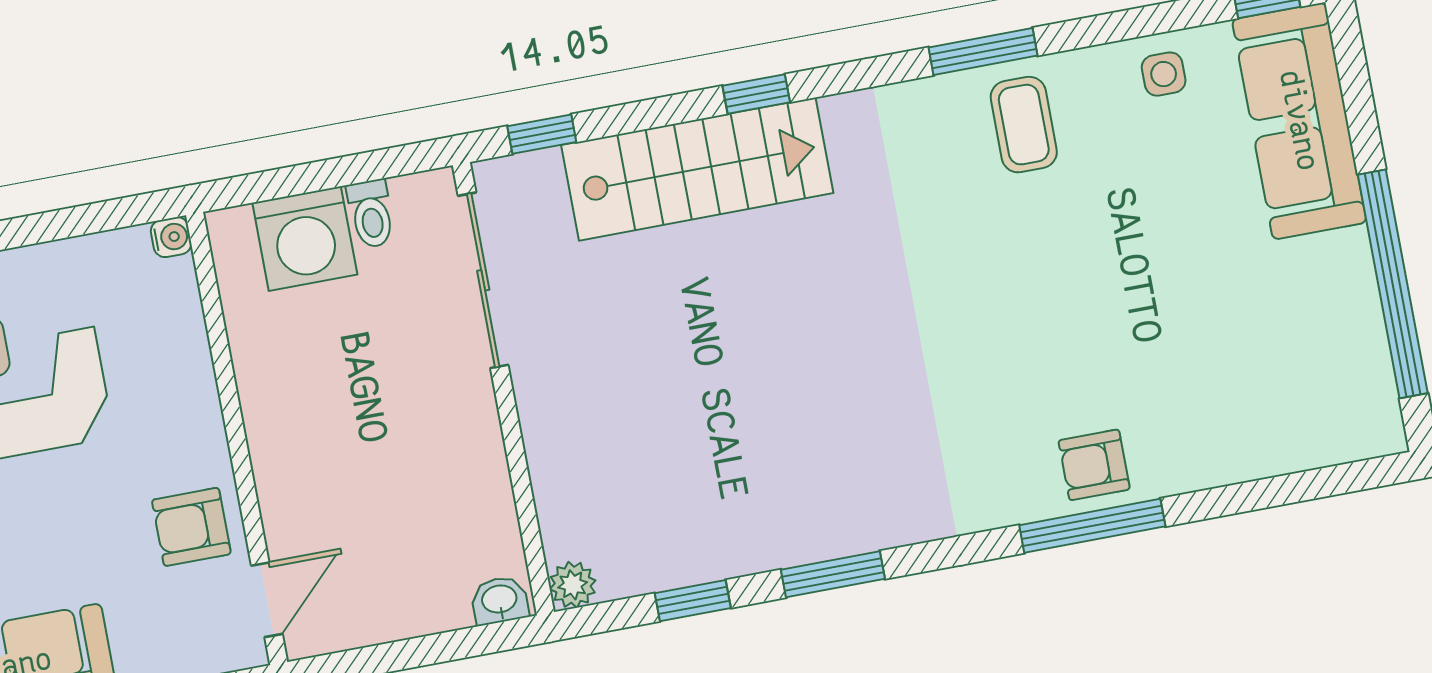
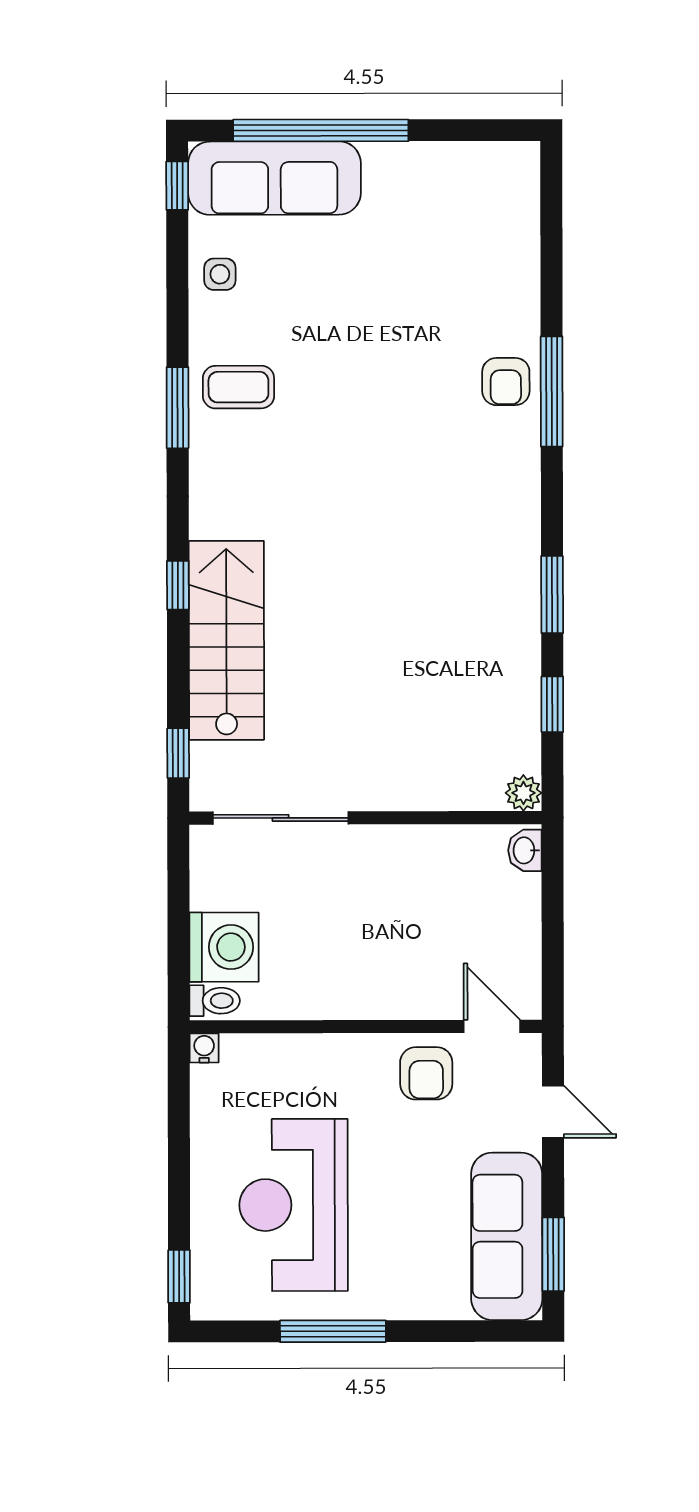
toilet: (371, 214) -> (215, 1001), moved
window: (1393, 284) -> (321, 130), moved

